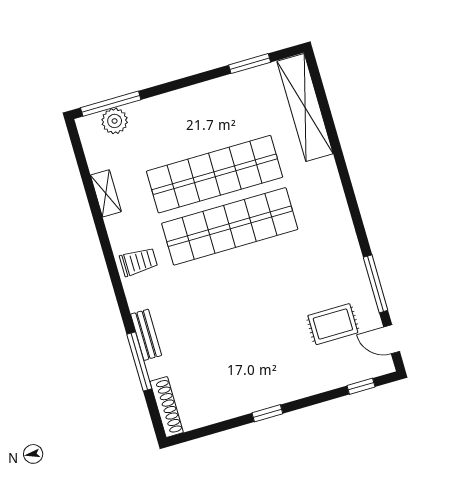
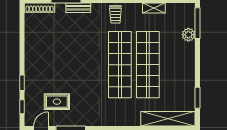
plant: (115, 121) -> (188, 35), moved
rug: (333, 324) -> (57, 102), turned 90
window: (267, 413) -> (22, 83), moved

